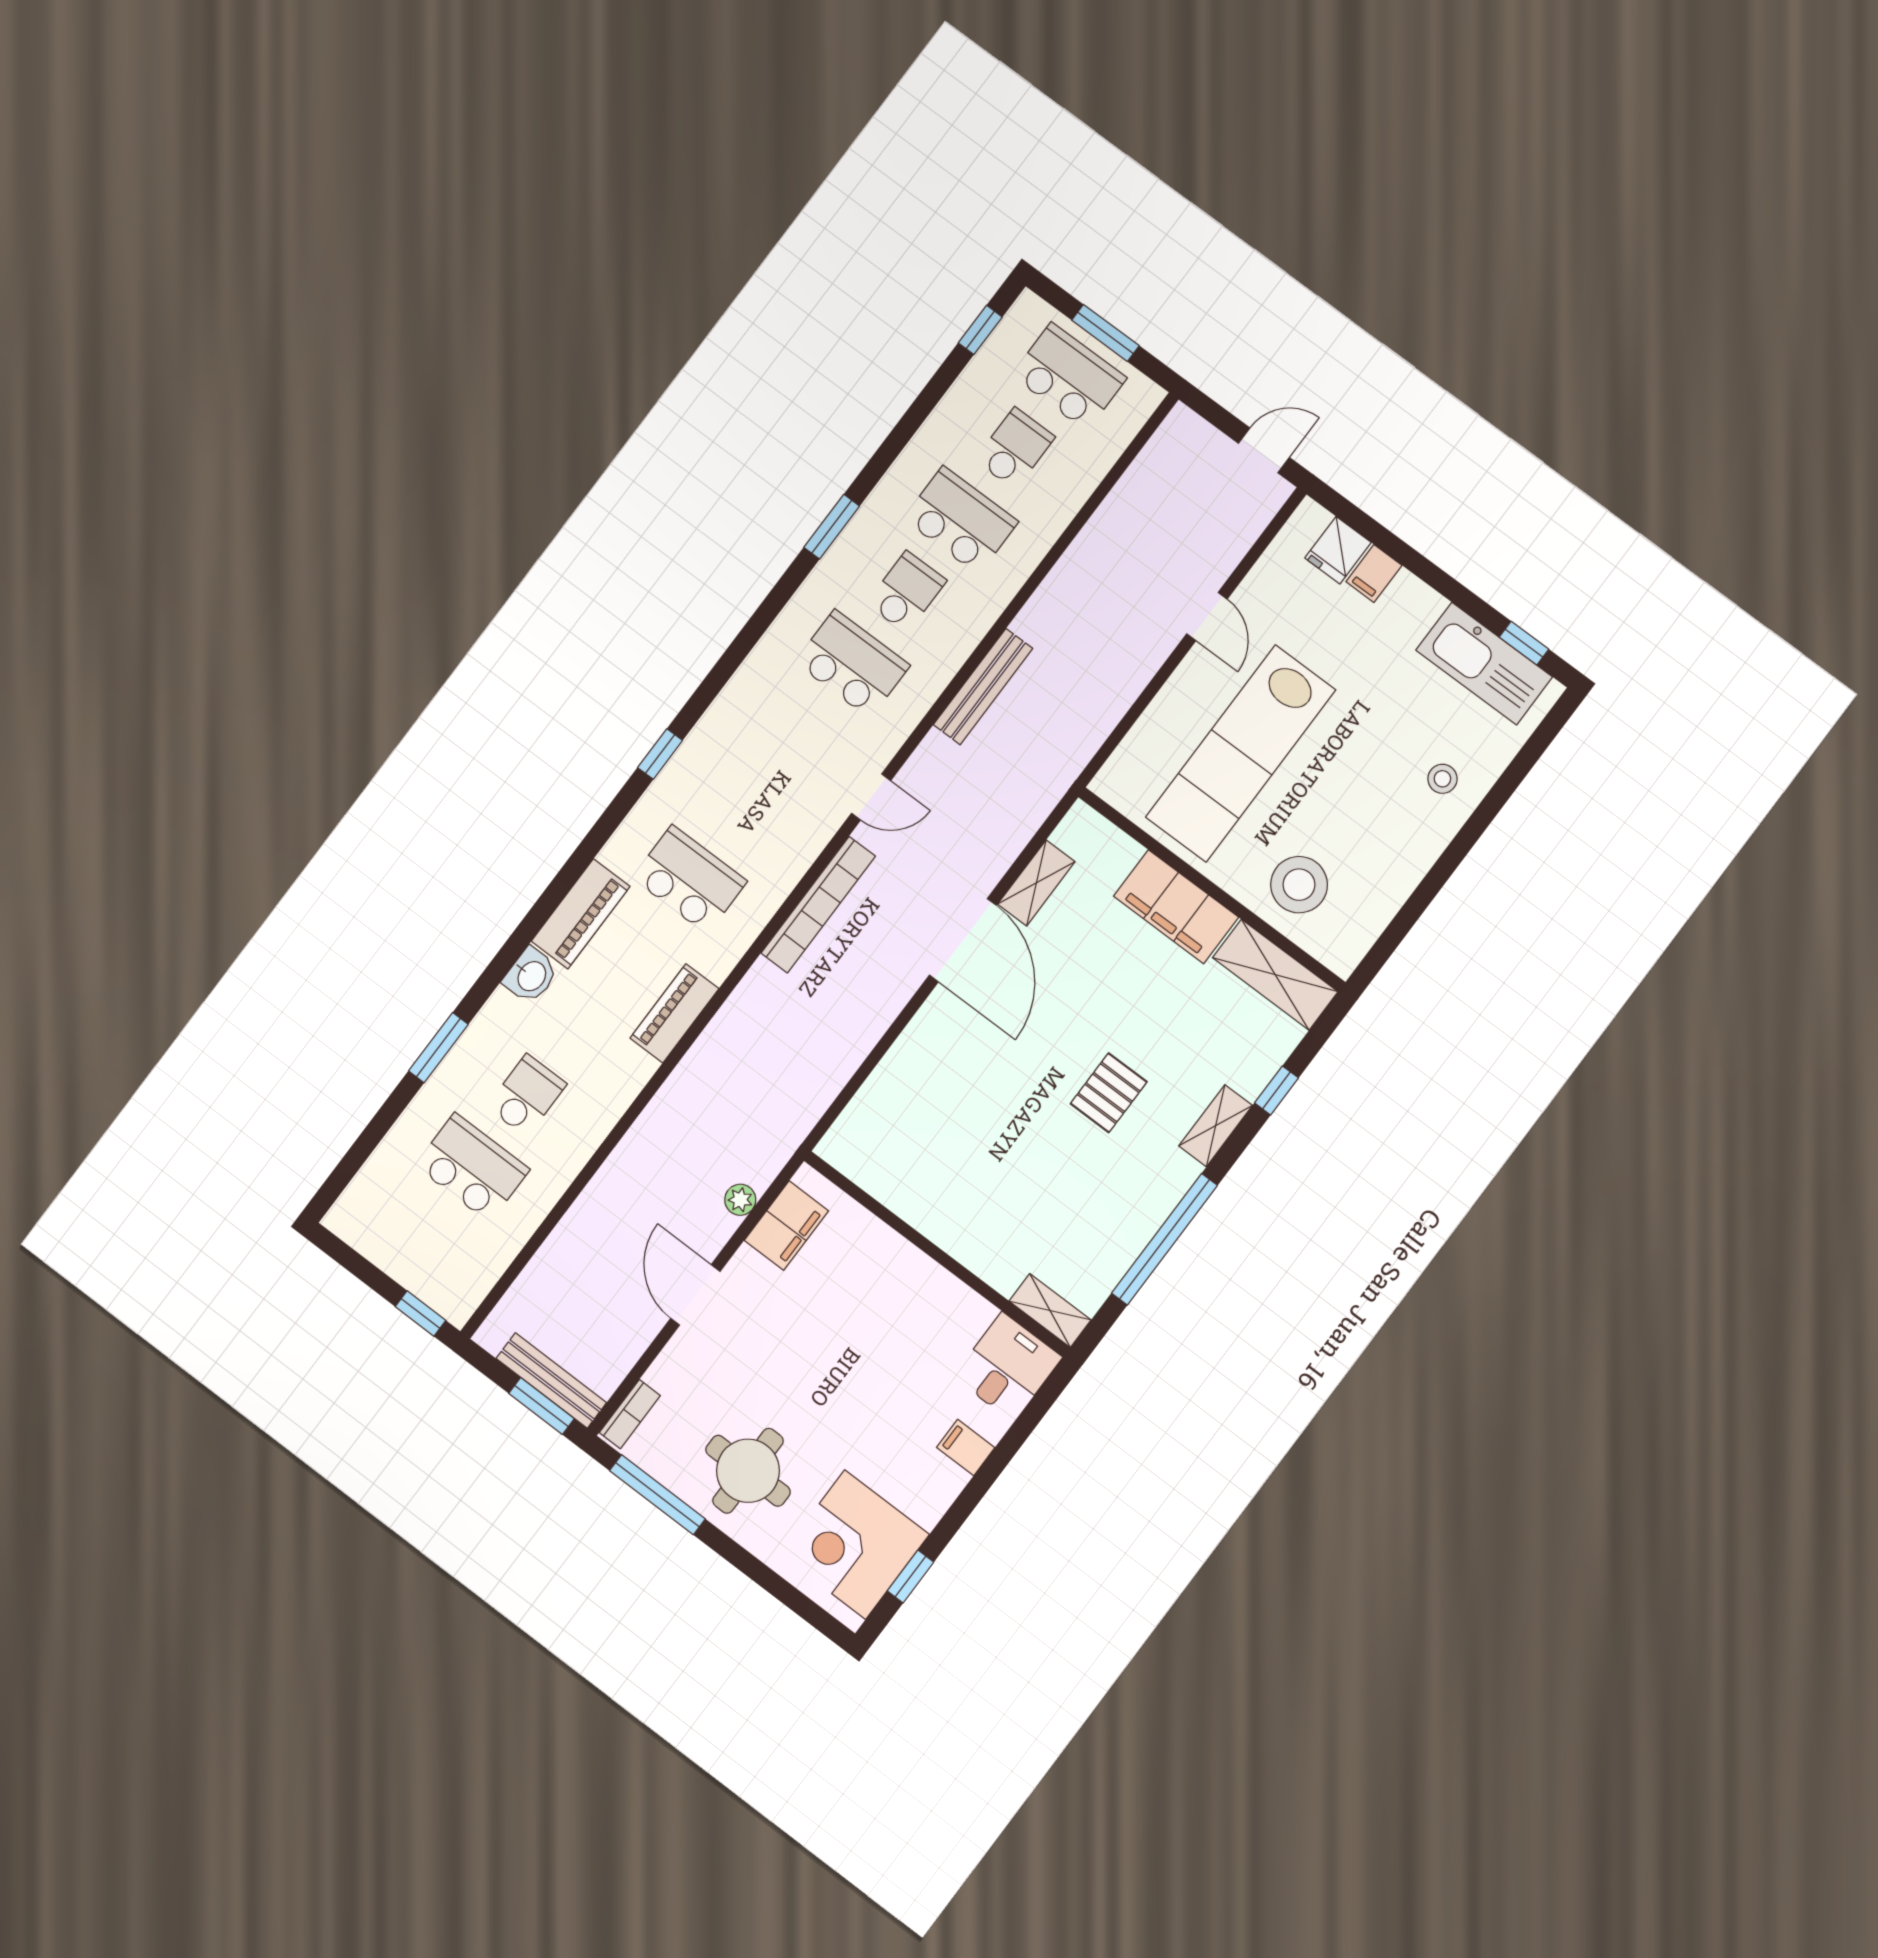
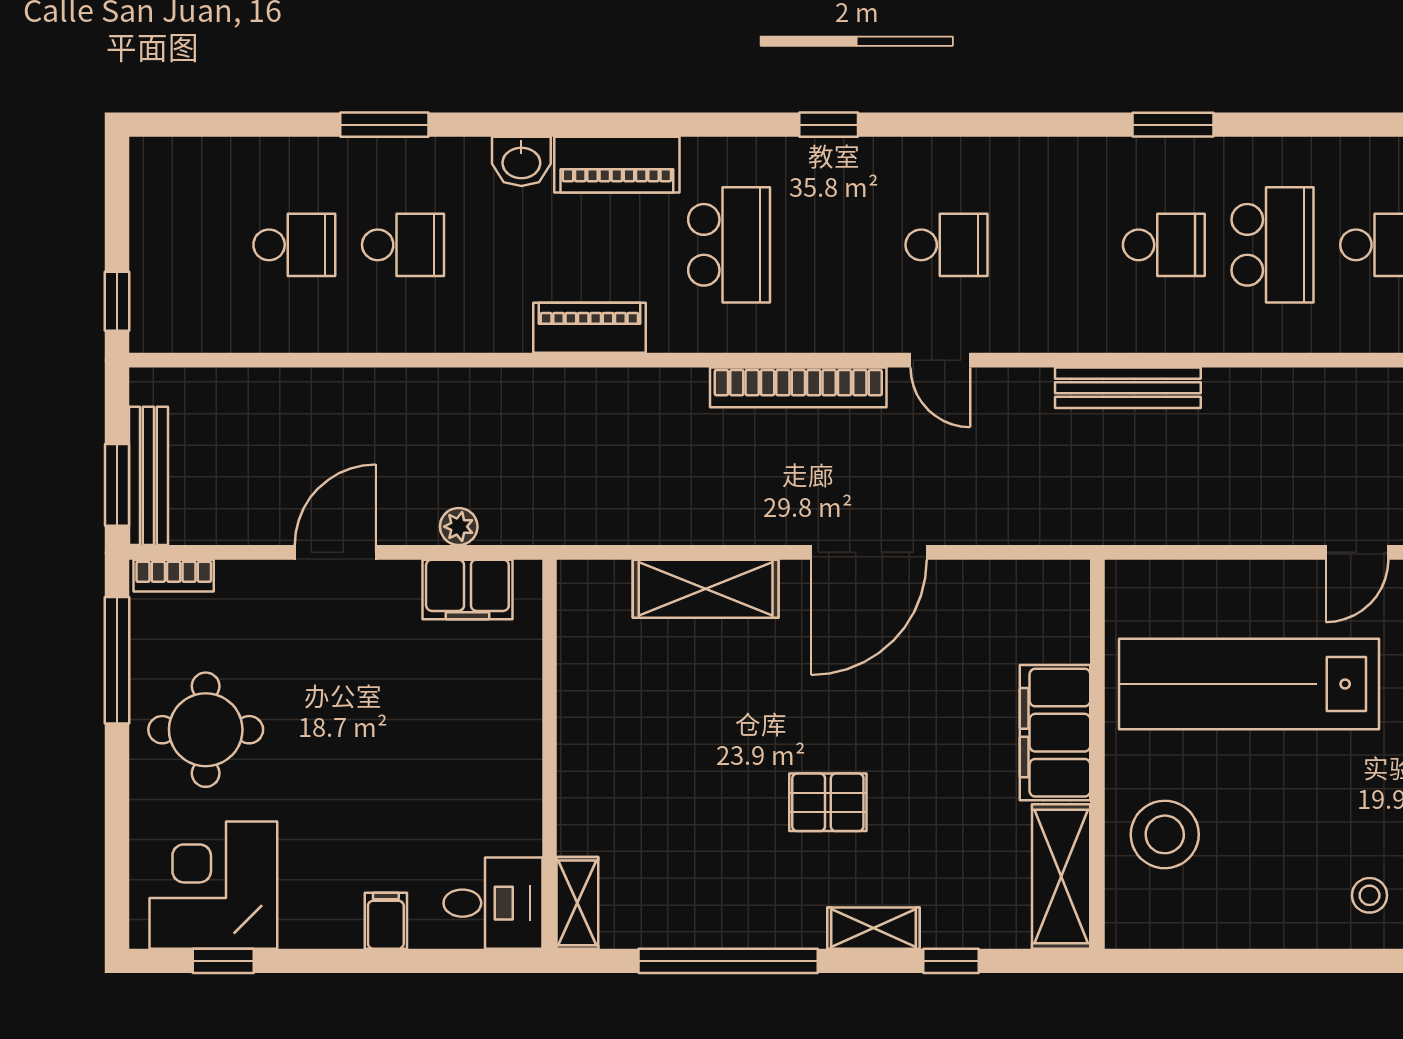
school desk: (852, 664) -> (947, 245), moved, width x0.54
shelving: (1036, 883) -> (706, 589), moved, width x1.50, depth x1.33
school desk: (472, 1167) -> (294, 245), width x0.54

